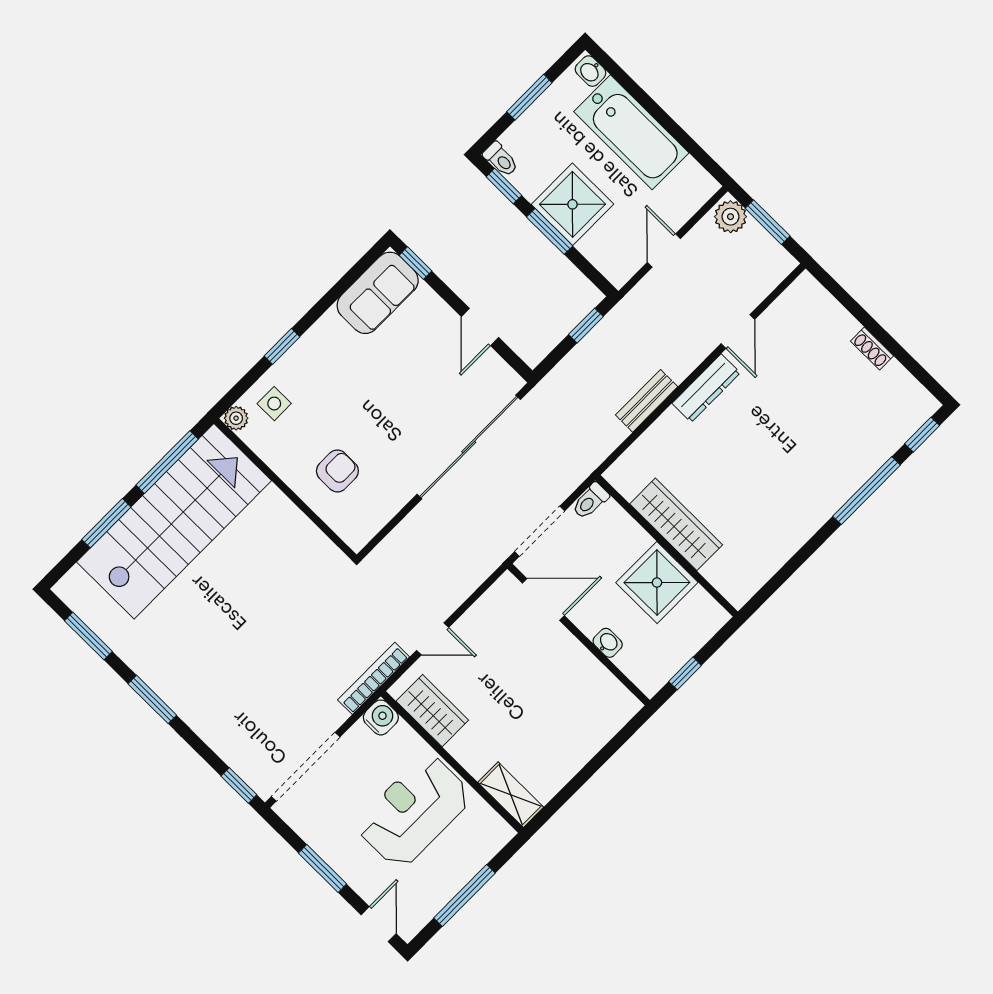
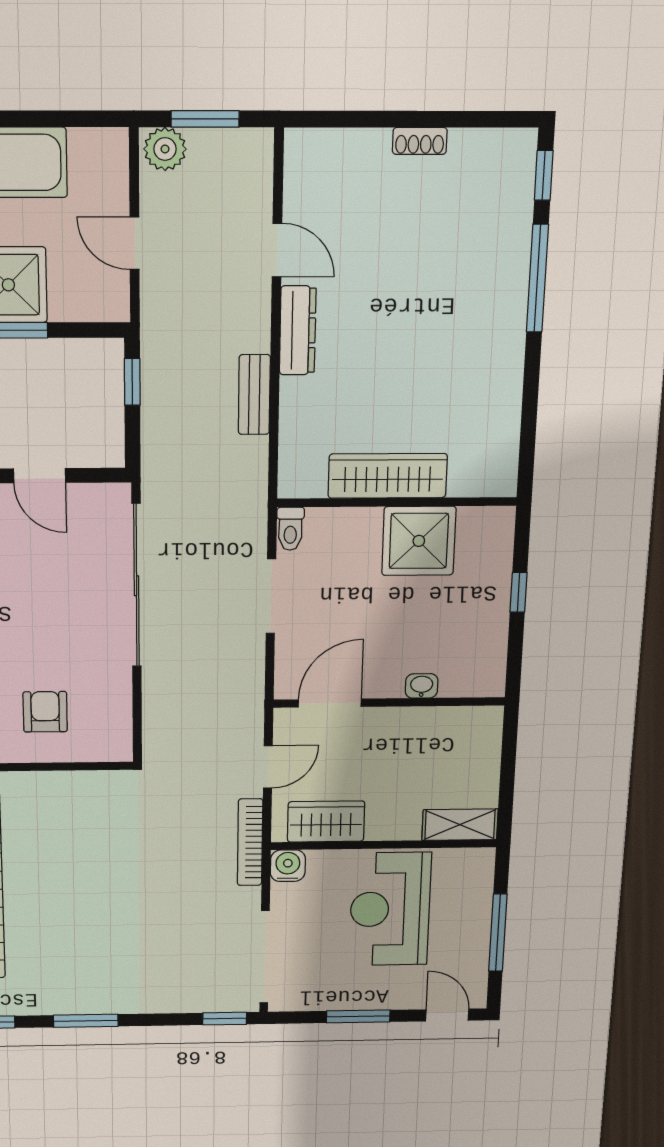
door: (543, 599) -> (330, 703), moved
wall: (579, 634) -> (389, 702), moved
washbasin: (608, 643) -> (422, 686), moved

